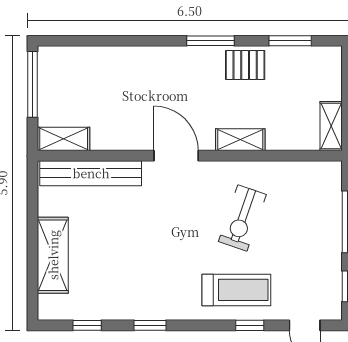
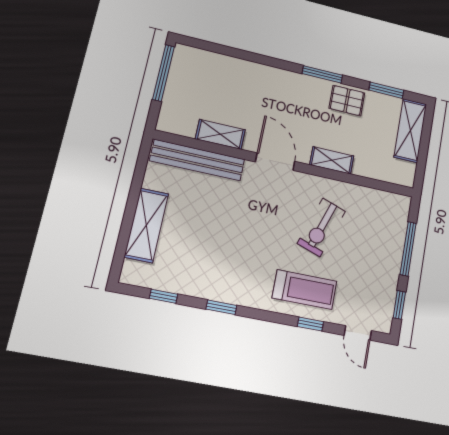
shelving: (331, 126) -> (410, 131), moved, width x1.50, depth x1.33
shelving: (64, 139) -> (220, 134), moved

